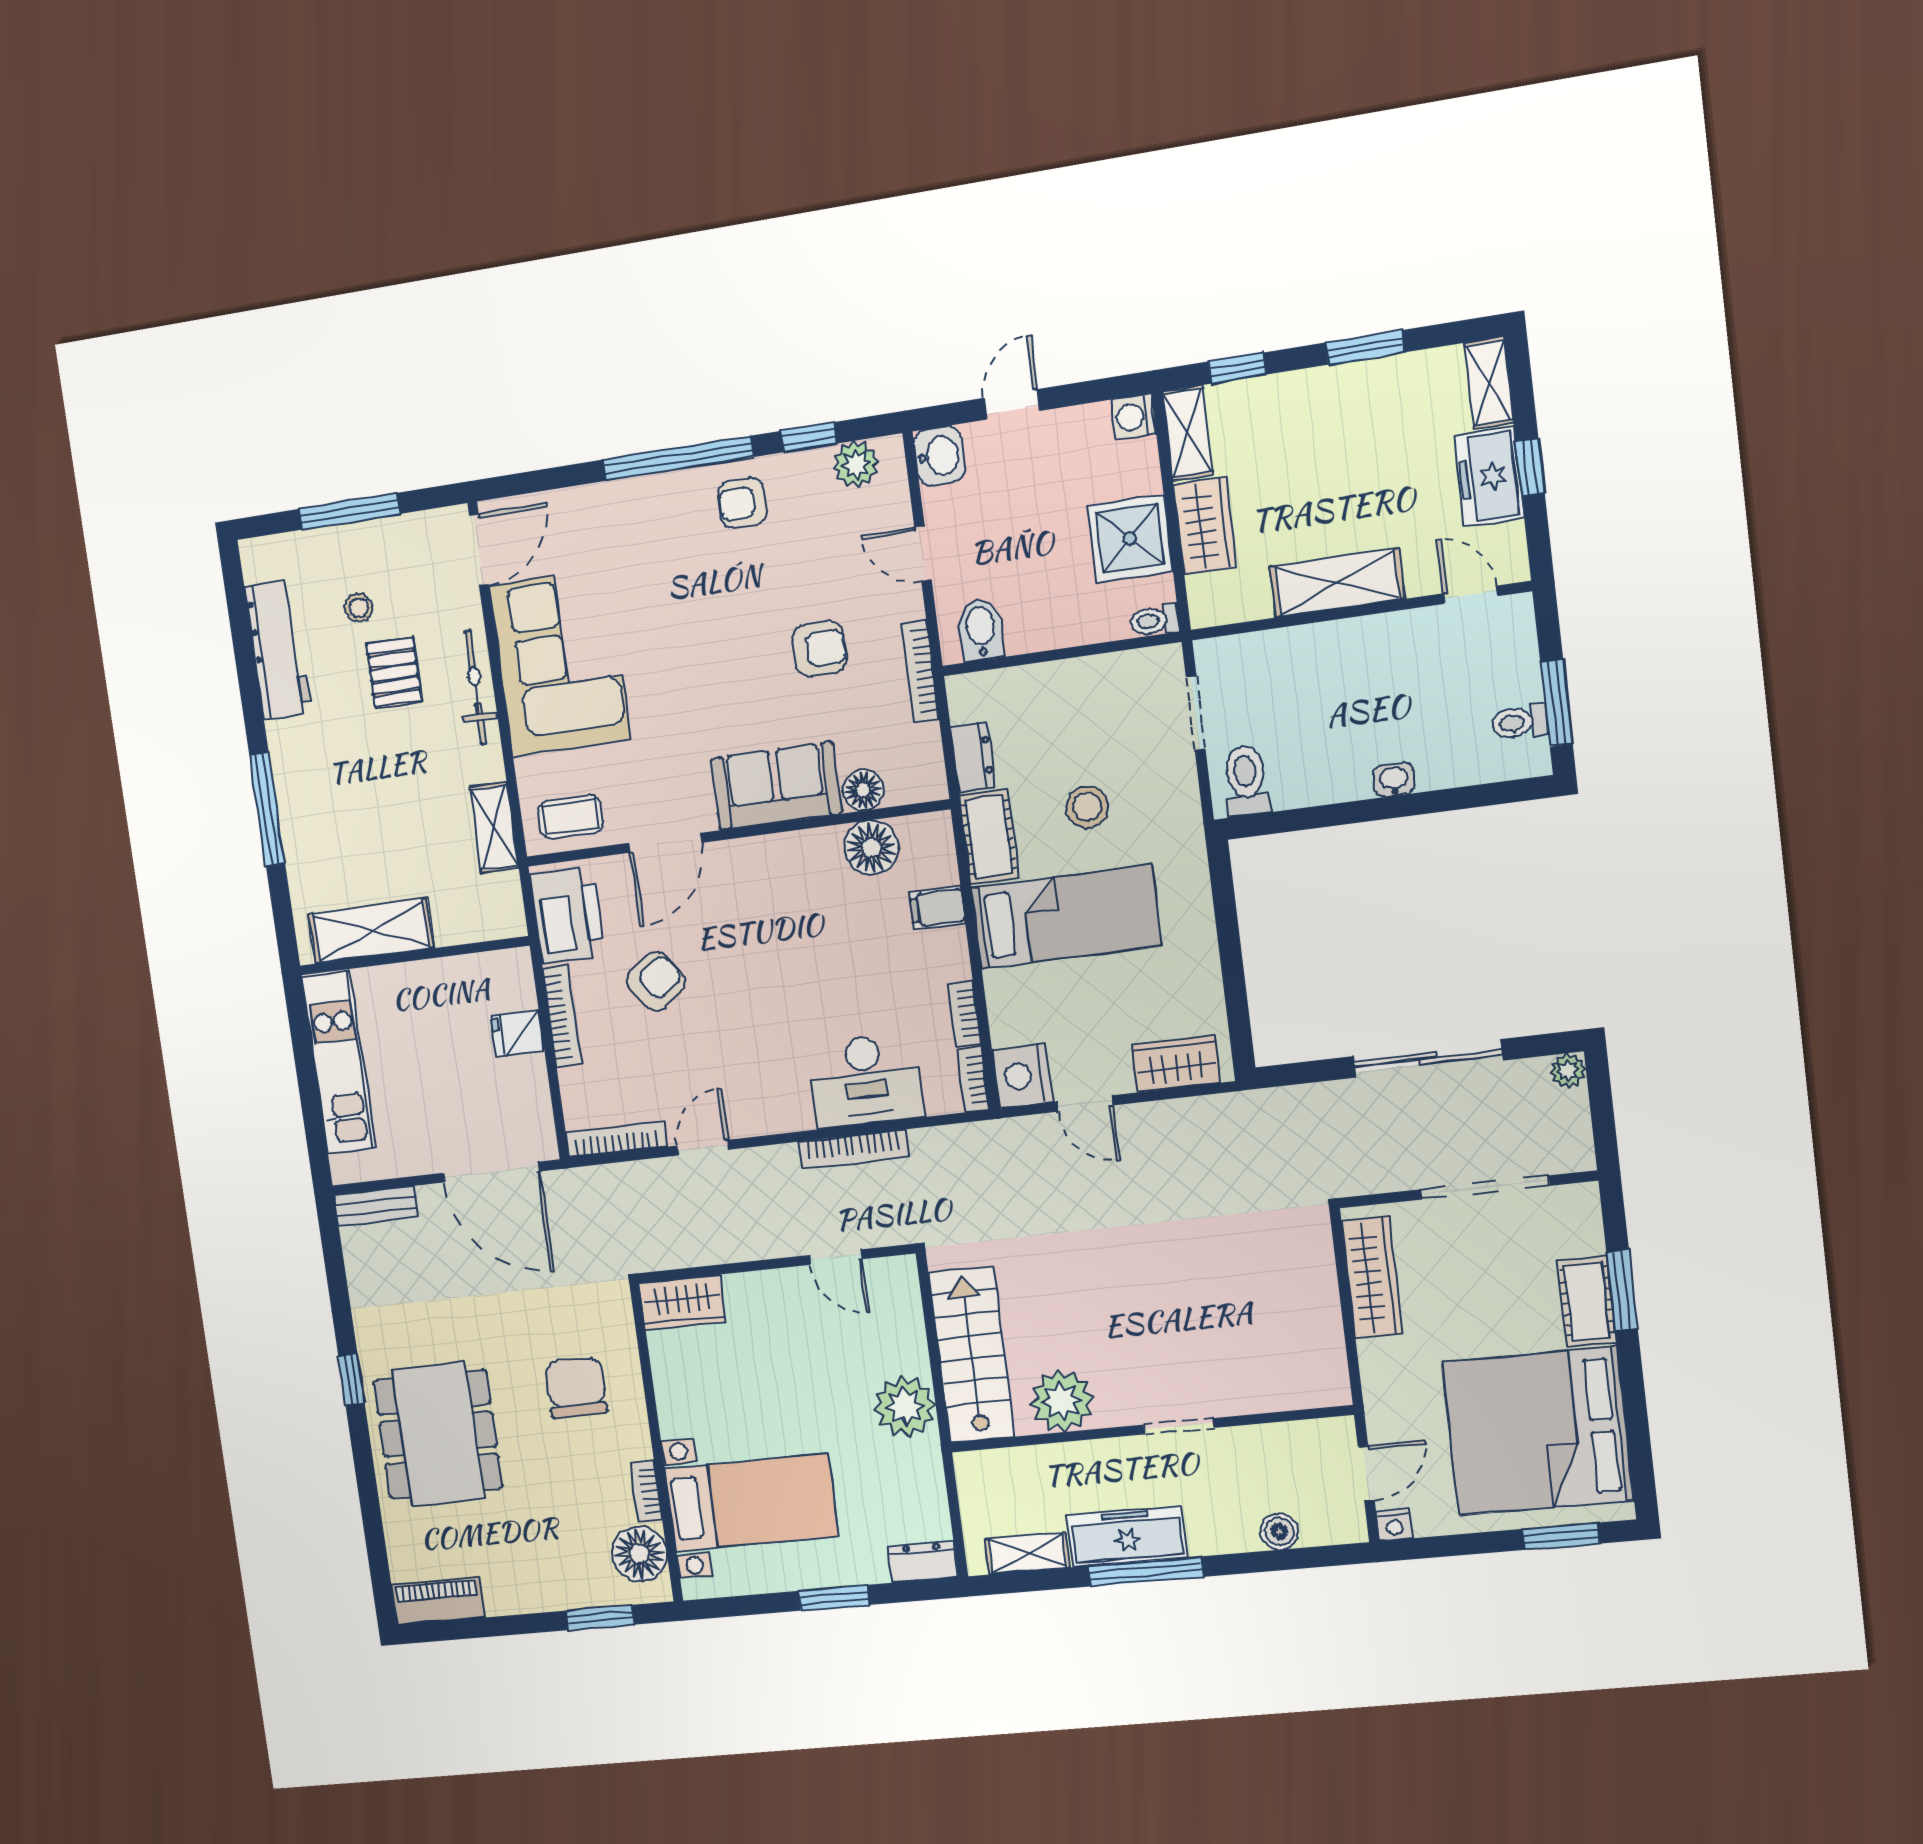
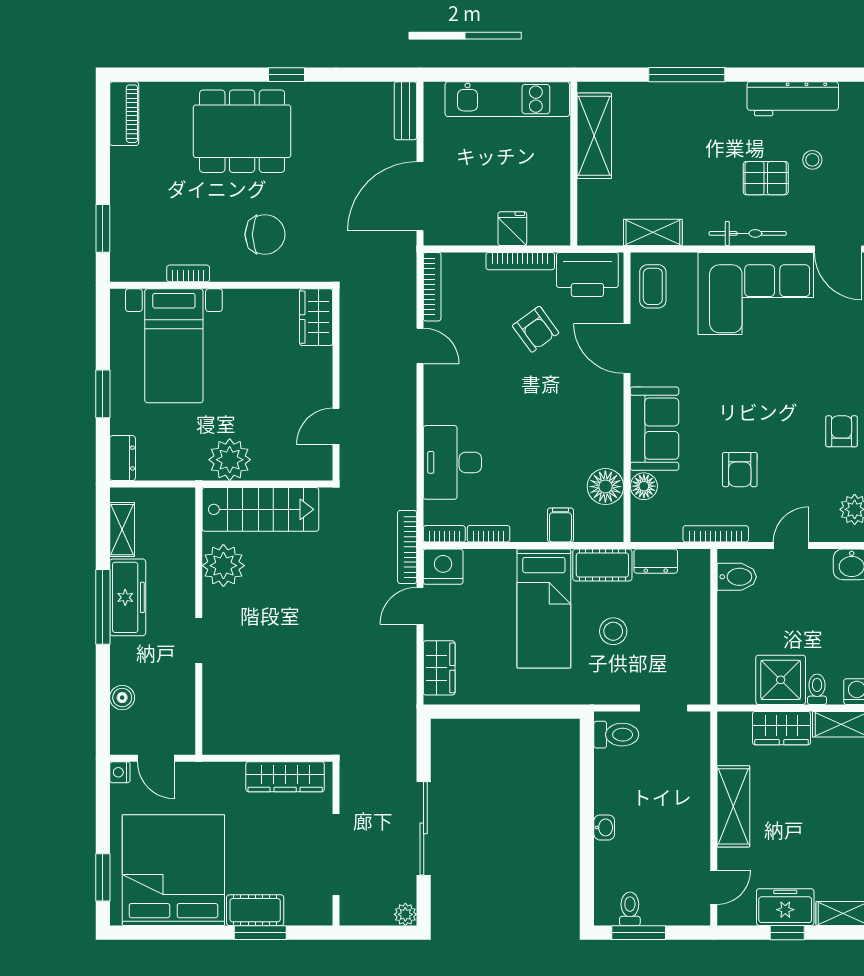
toilet: (1155, 620) -> (817, 689), moved
bookcase: (853, 1149) -> (407, 547), moved
floor lamp: (639, 1554) -> (145, 262), removed

